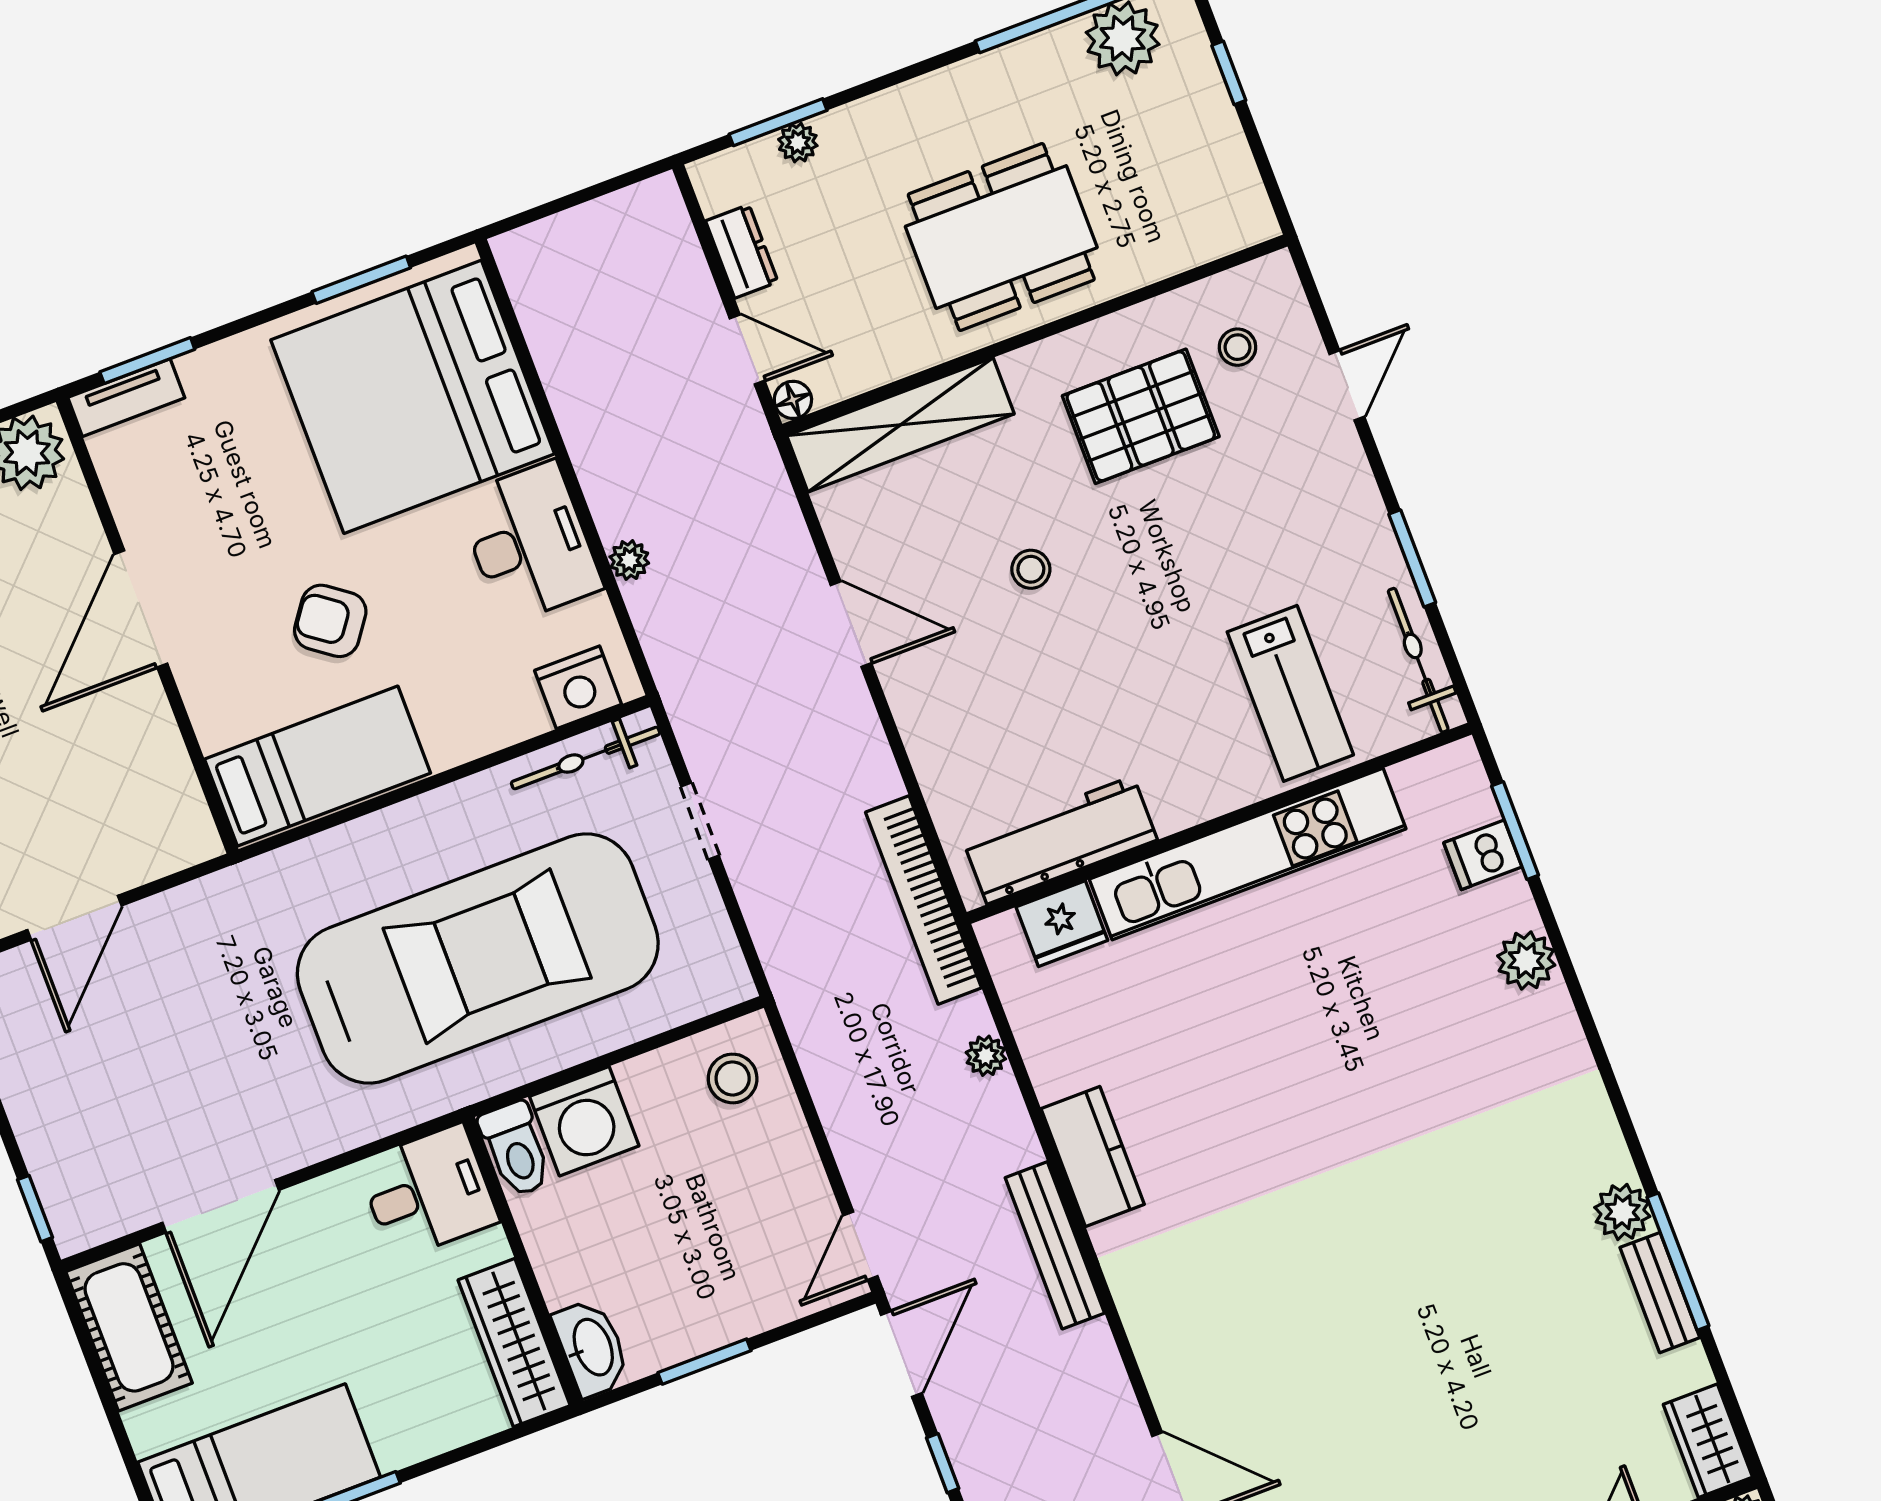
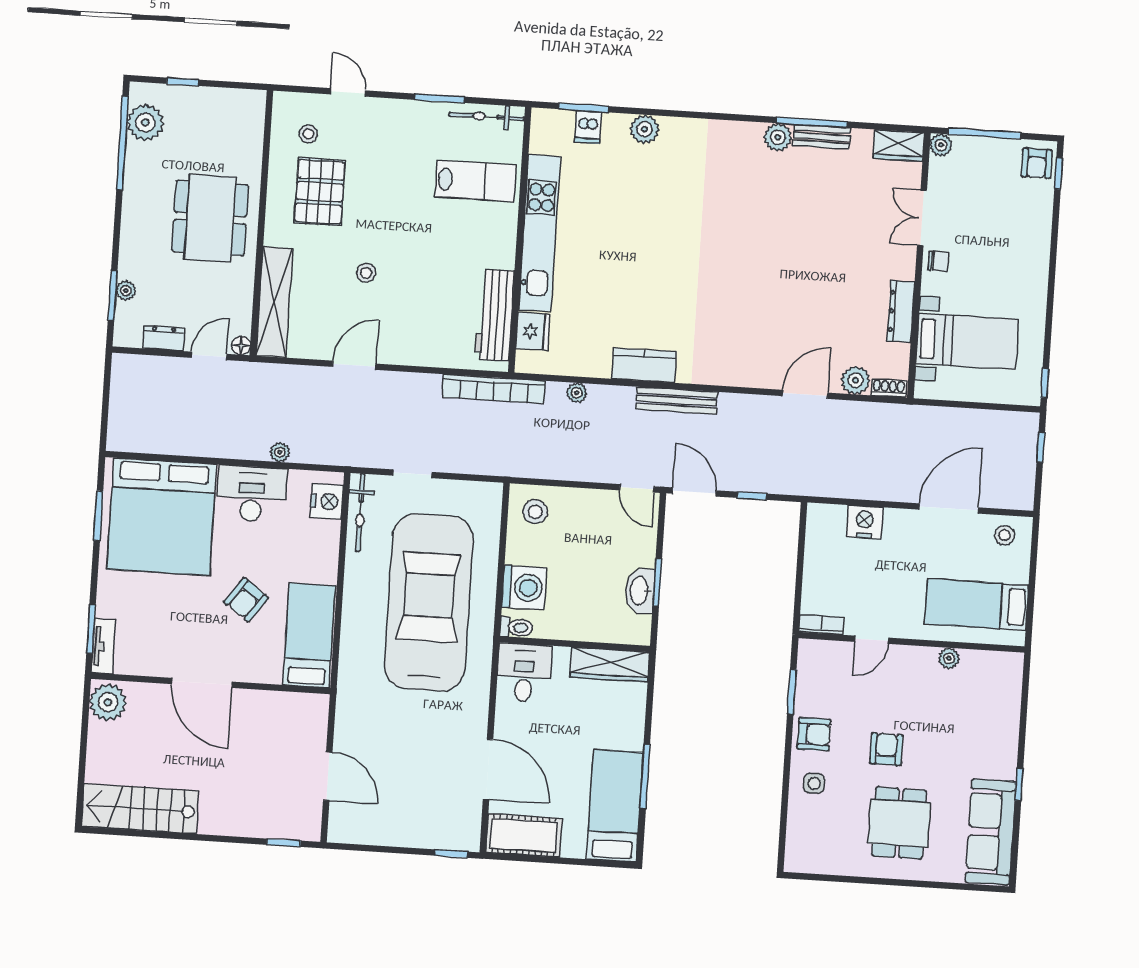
toilet: (516, 1149) -> (516, 627), width x0.73, depth x0.72
washbasin: (592, 1348) -> (640, 591), moved, turned -90

